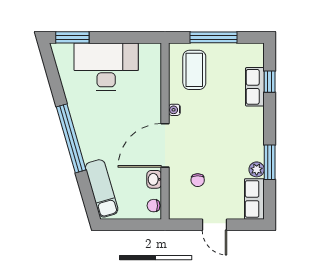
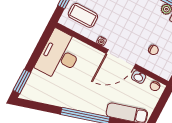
desk: (106, 67) -> (59, 55), moved
door: (165, 145) -> (121, 59), hinge flipped

